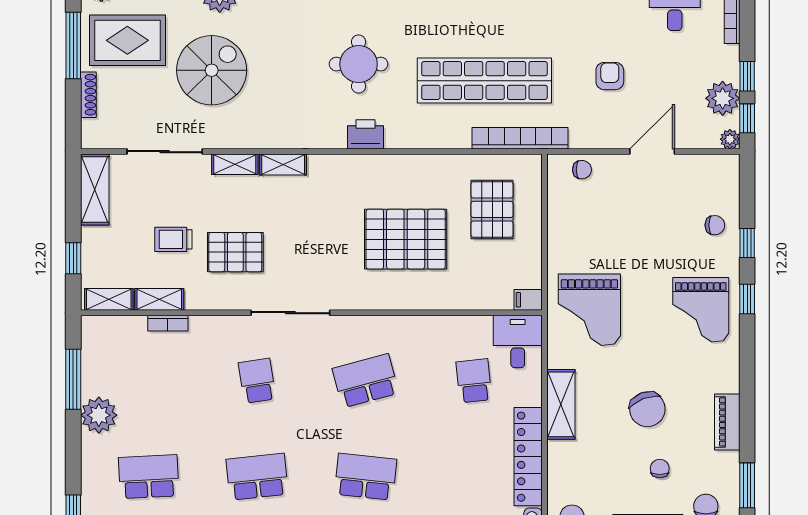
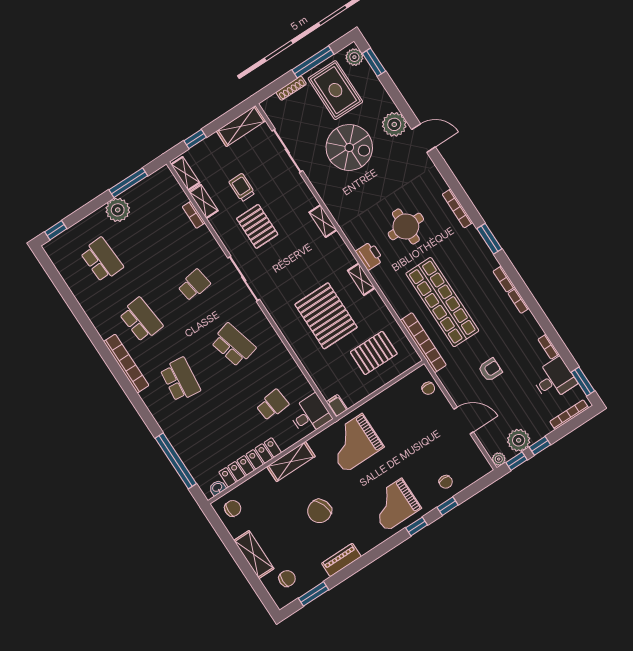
shelving: (235, 164) -> (361, 279), moved
chair: (660, 469) -> (291, 539), removed

